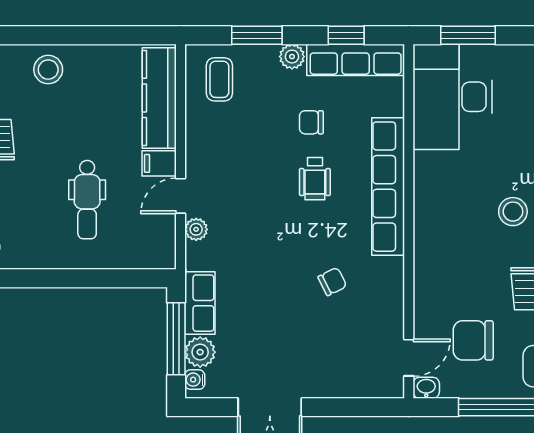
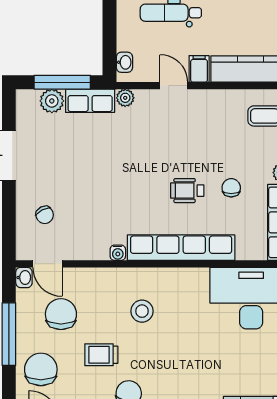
stool: (513, 212) -> (142, 311), moved
plant: (196, 229) -> (125, 98), moved
washbasin: (151, 259) -> (124, 62), added
chair: (332, 281) -> (45, 215), moved
water cooler: (195, 380) -> (118, 253), moved, turned 180

